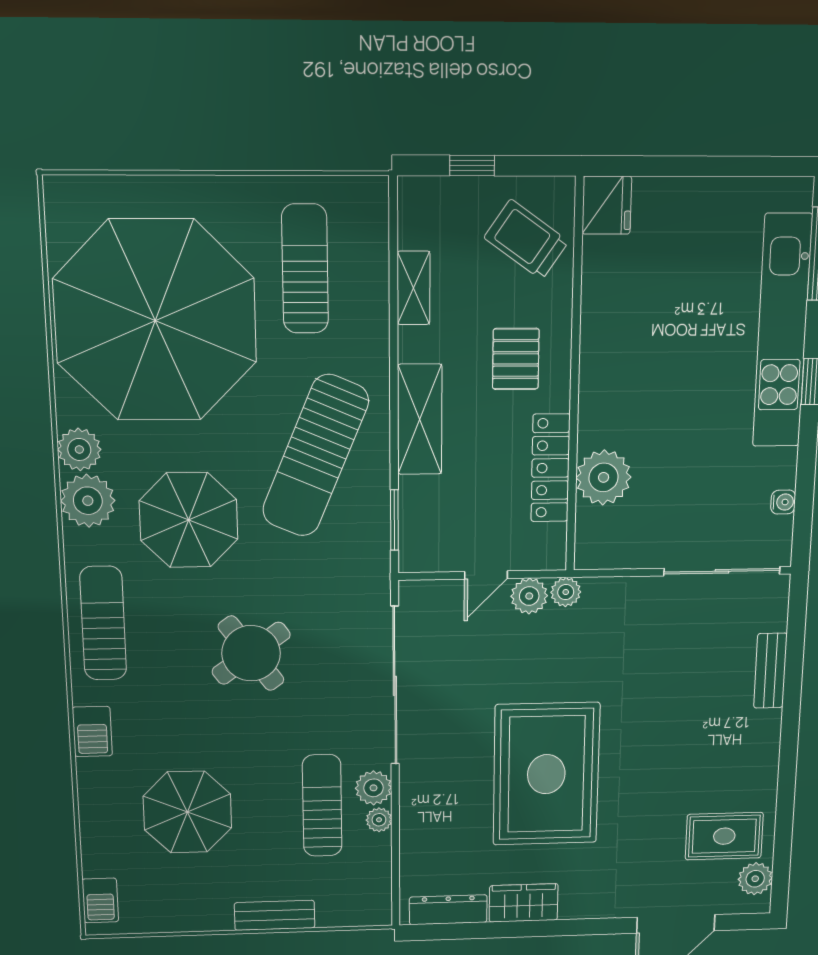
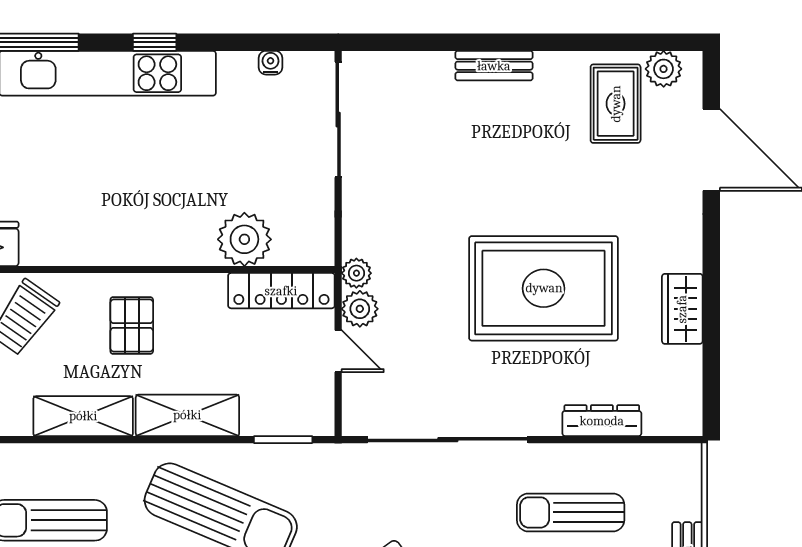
shelving: (414, 288) -> (83, 416), width x1.50, depth x1.33
pallet: (516, 359) -> (132, 326), turned 90
locker: (550, 468) -> (281, 291), moved
bench: (770, 671) -> (494, 66), moved
plant: (374, 788) -> (553, 461), removed
plant: (379, 820) -> (587, 456), removed
dresser: (448, 910) -> (602, 421), moved, turned 90

